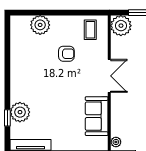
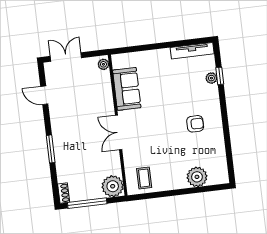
armchair: (66, 54) -> (195, 124), moved, turned 180
plant: (20, 112) -> (211, 78), width x0.53, depth x0.53

